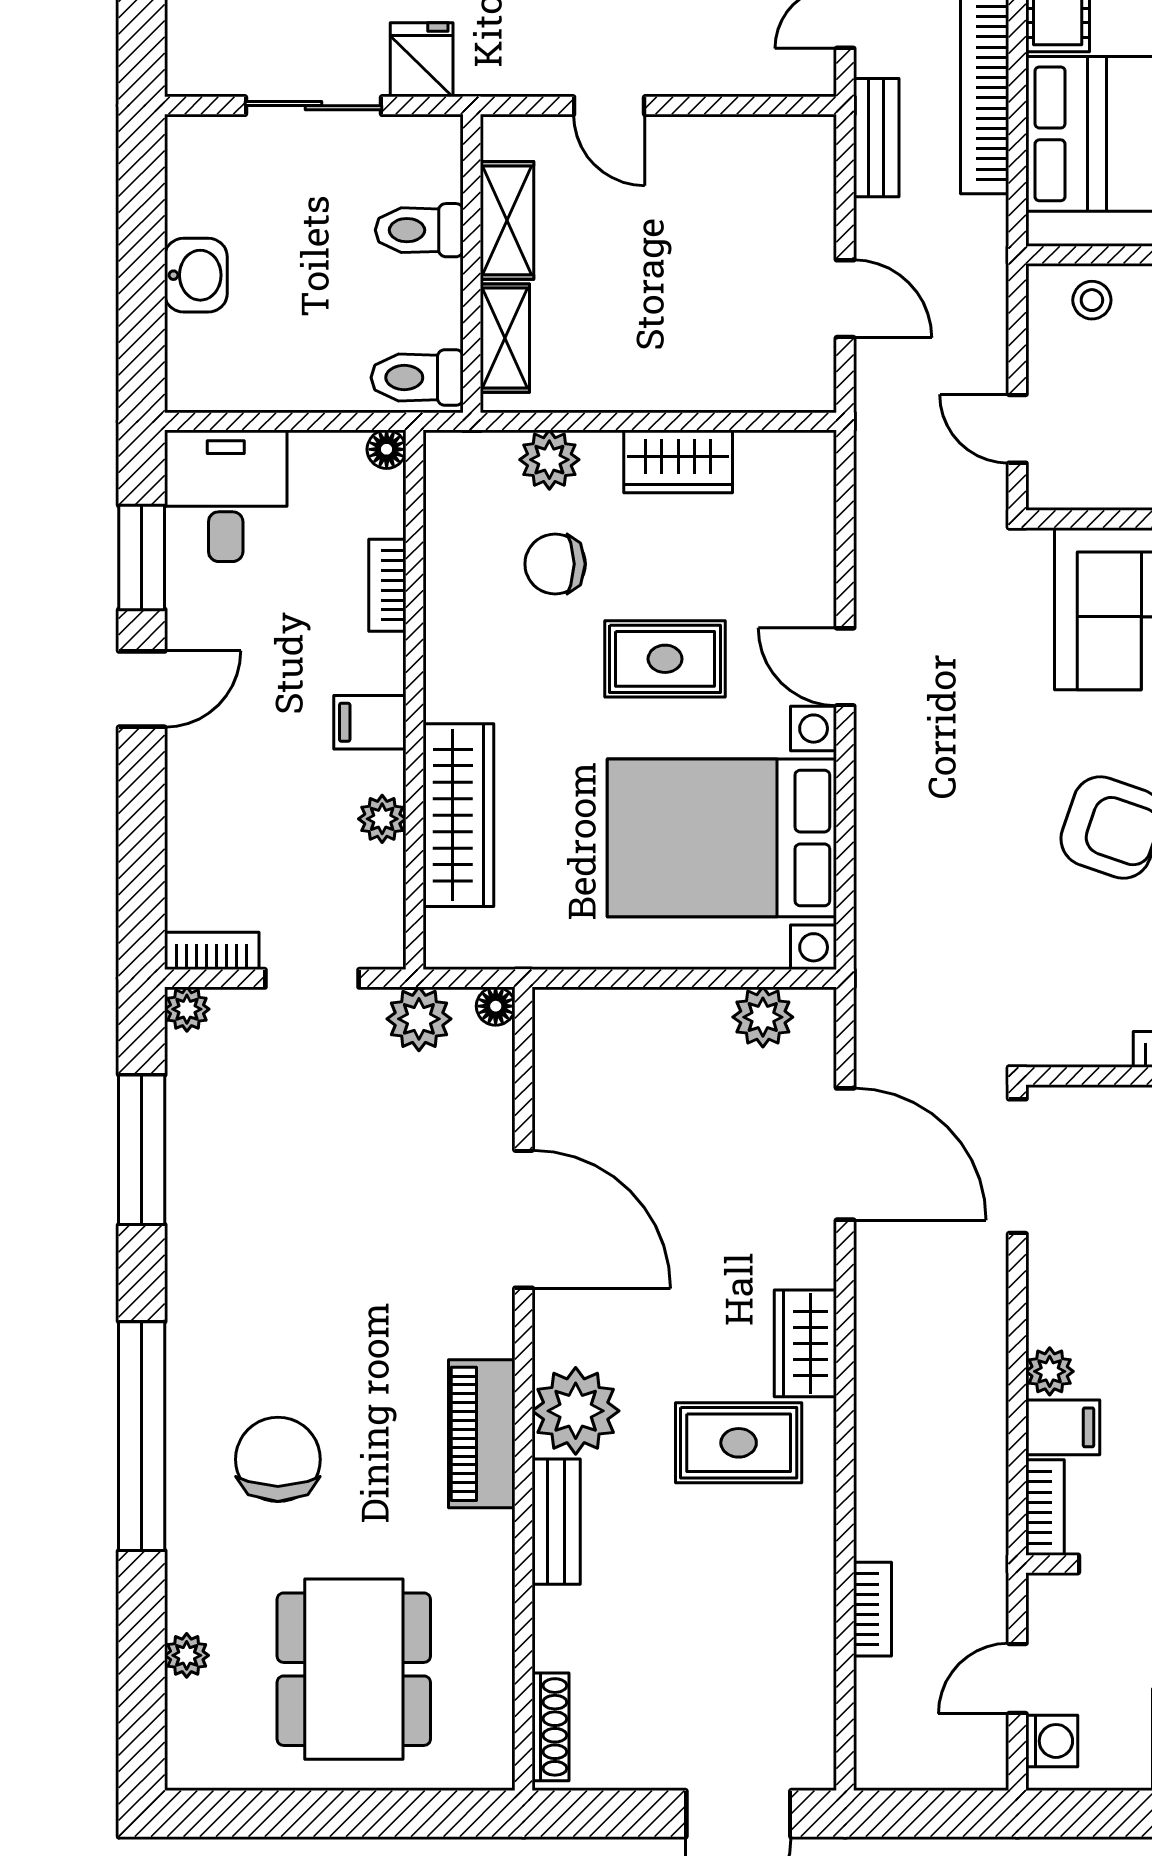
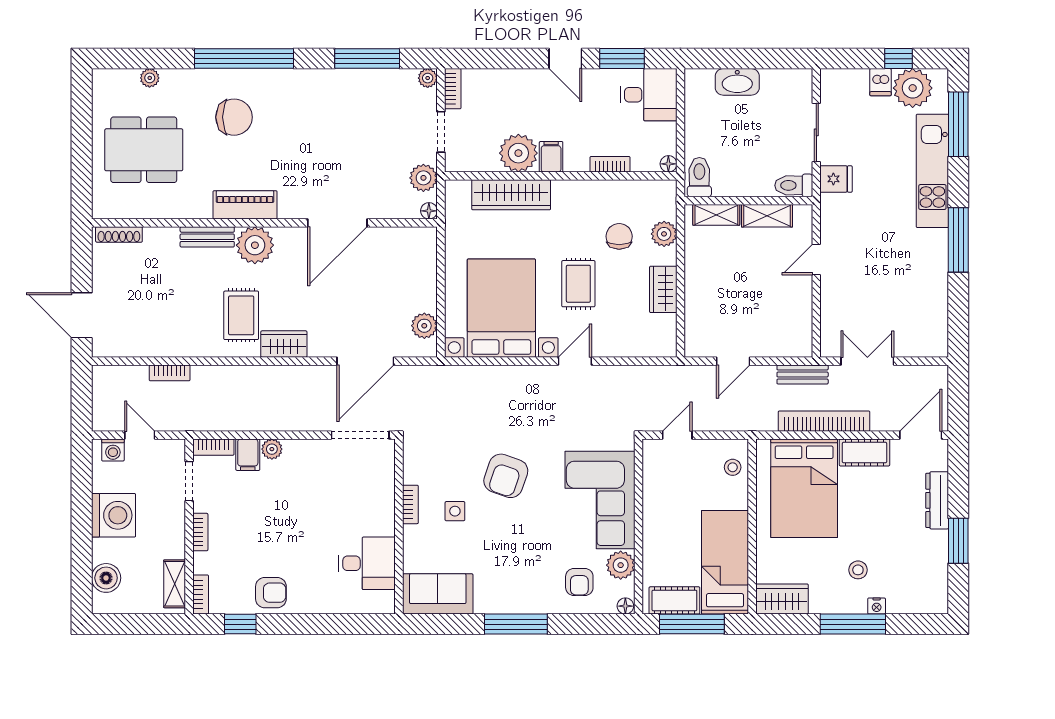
toilet: (419, 230) -> (794, 185), moved, turned -90
washbasin: (196, 275) -> (737, 82), width x1.38
plant: (382, 819) -> (518, 153), width x1.87, depth x1.87

